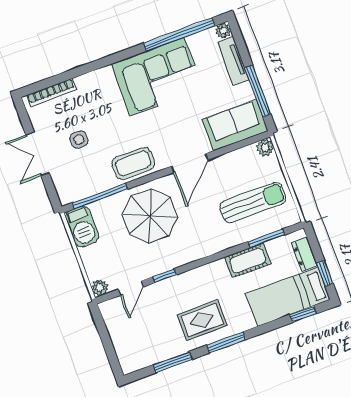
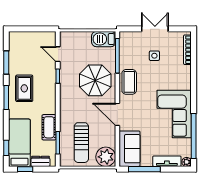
plant: (265, 148) -> (106, 157), width x1.88, depth x1.88
plant: (100, 288) -> (65, 36), removed

